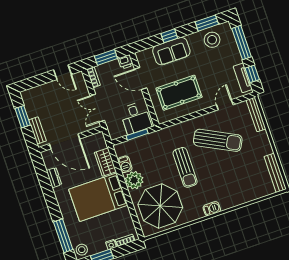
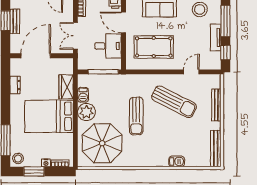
tv unit: (243, 78) -> (216, 37), moved
bench: (256, 114) -> (216, 105), moved
desk: (136, 118) -> (108, 46), moved, turned -90
bench: (38, 130) -> (15, 21), moved
window: (137, 135) -> (103, 72), width x1.44
door: (65, 141) -> (36, 56), swing flipped
barbecue: (212, 209) -> (177, 161), moved

